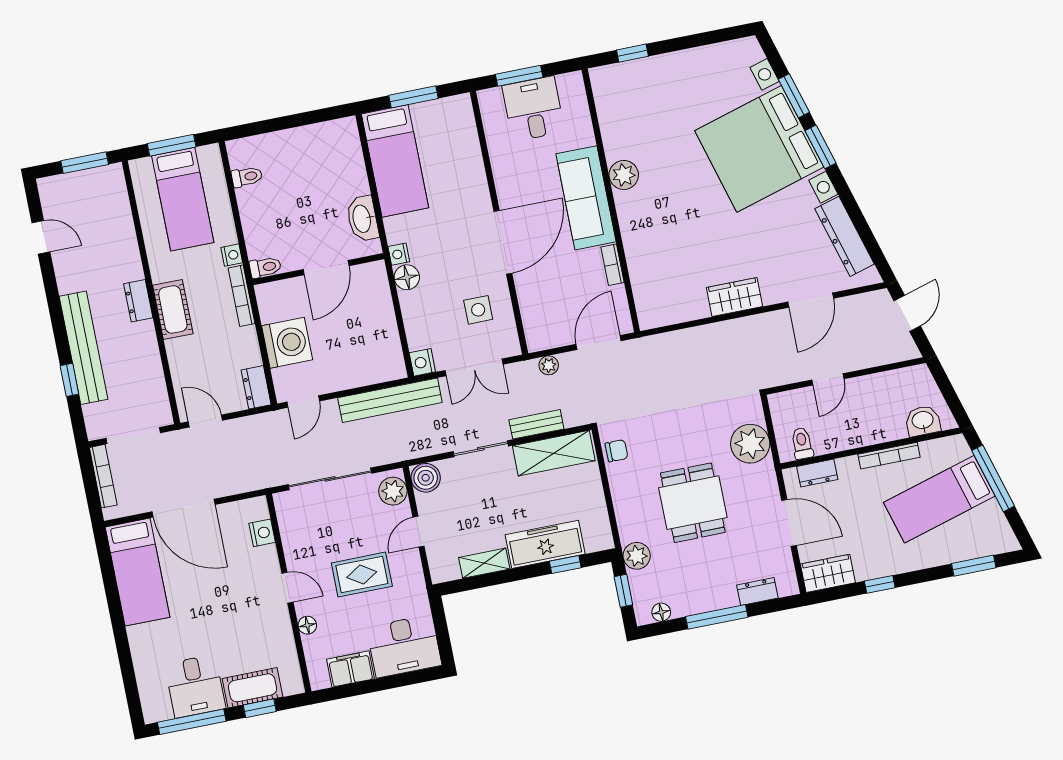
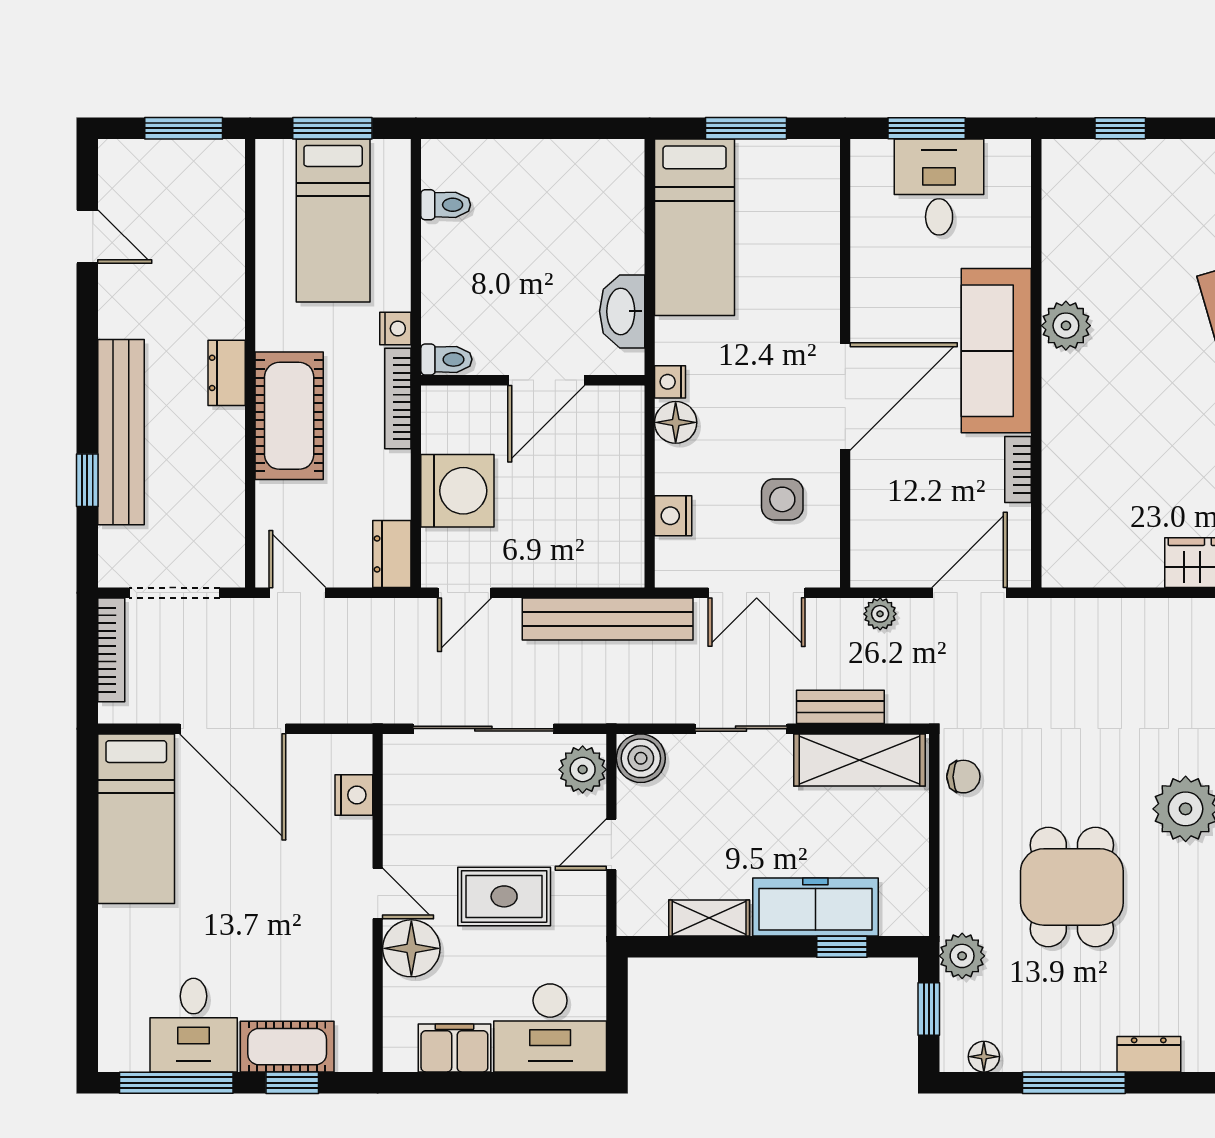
cot: (173, 309) -> (289, 416), width x1.37, depth x1.34
nightstand: (422, 362) -> (673, 516), moved
floor lamp: (307, 625) -> (411, 948), width x1.89, depth x1.89

